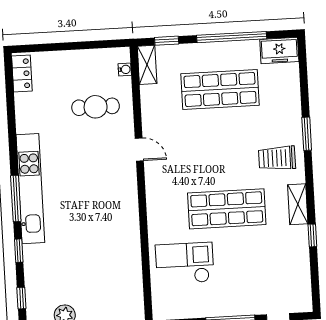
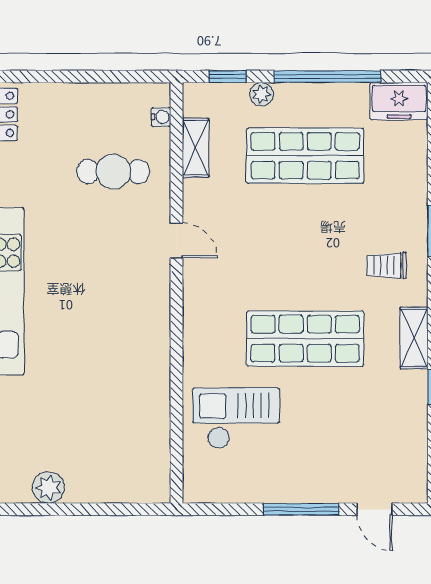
plant: (189, 51) -> (262, 94), added
shelving: (147, 65) -> (196, 148), moved
trolley: (277, 158) -> (386, 265), width x0.73, depth x0.72

